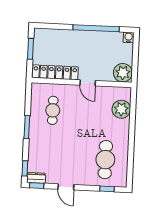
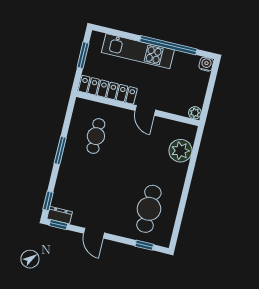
kitchen unit: (73, 37) -> (138, 51), added
plant: (123, 73) -> (195, 113), width x0.53, depth x0.53

